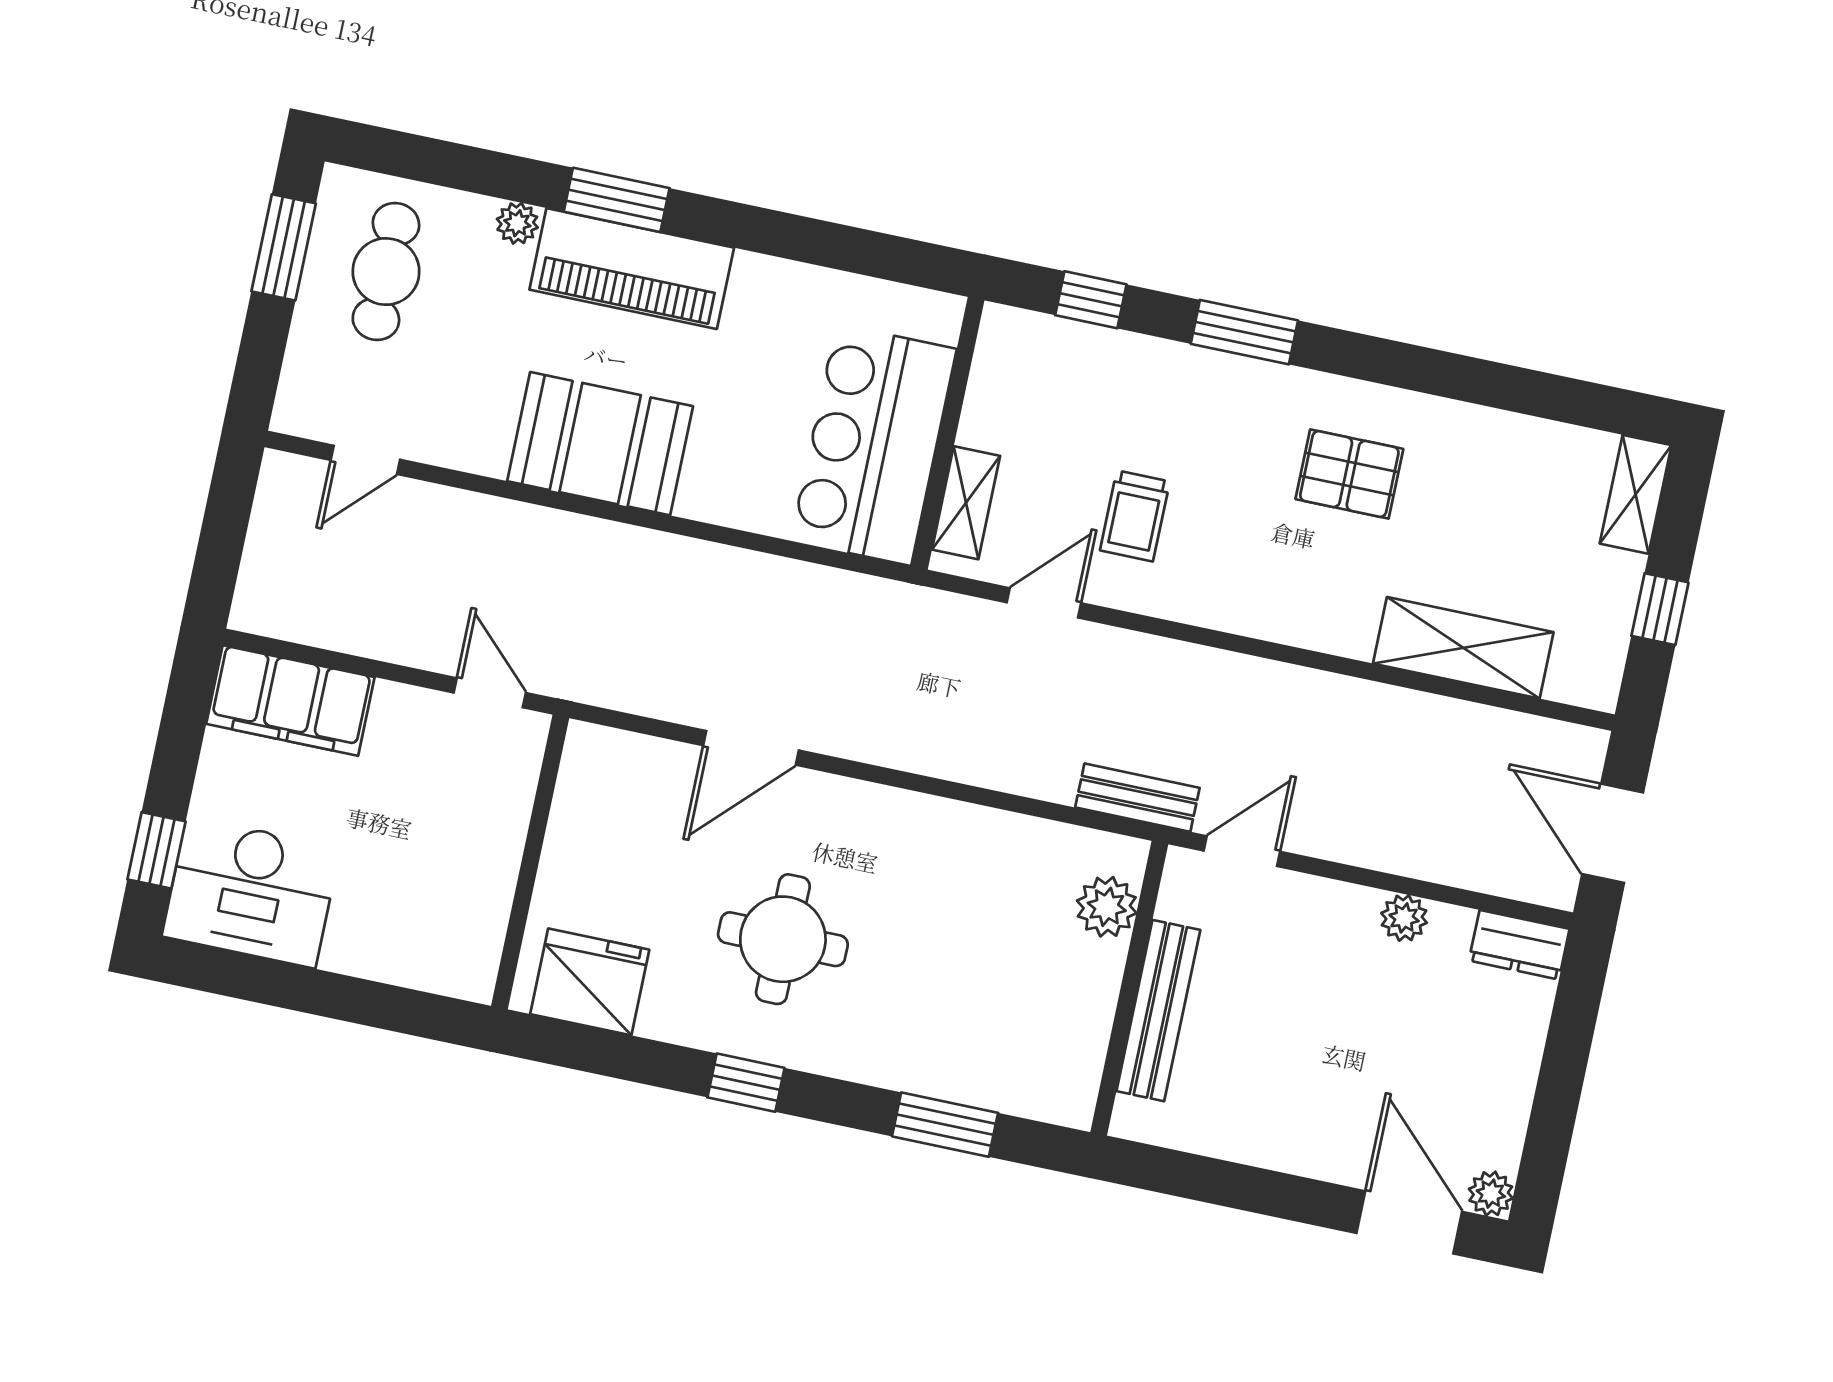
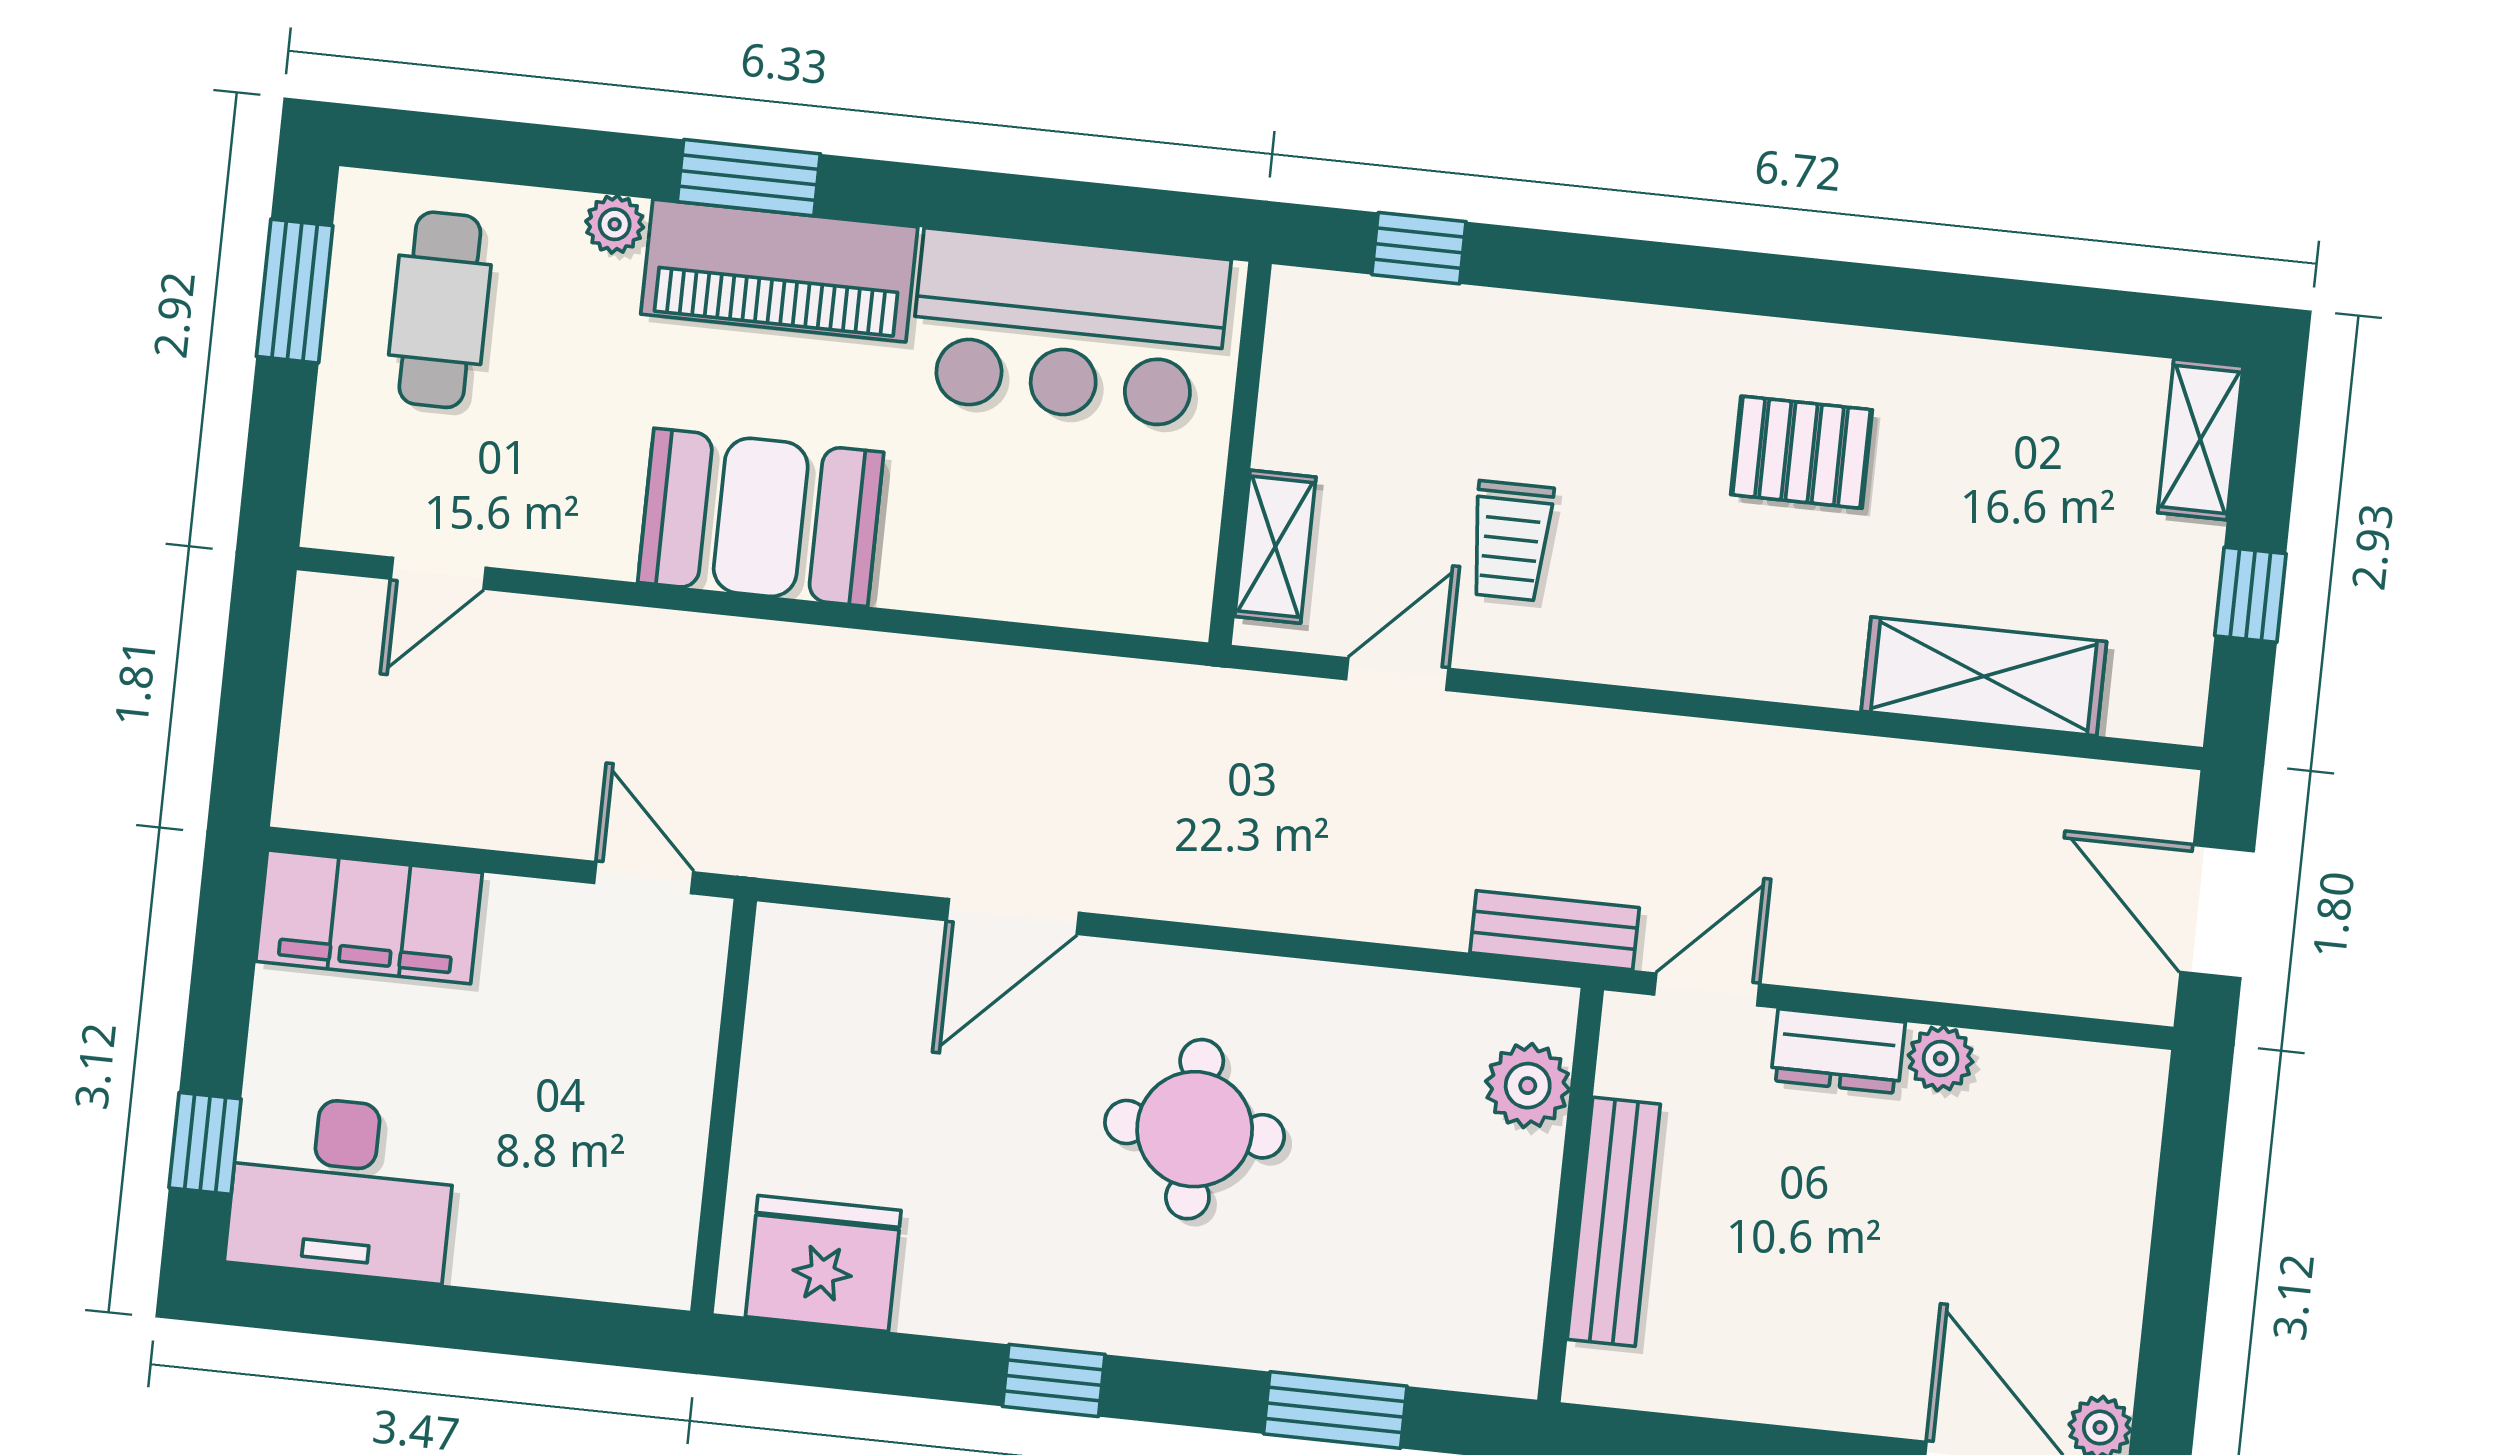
window: (1244, 332) -> (1636, 271), removed
bar counter: (874, 445) -> (1069, 329), moved, turned -90
round table: (783, 939) -> (1195, 1129), moved
dresser: (1519, 945) -> (1838, 1051), moved

